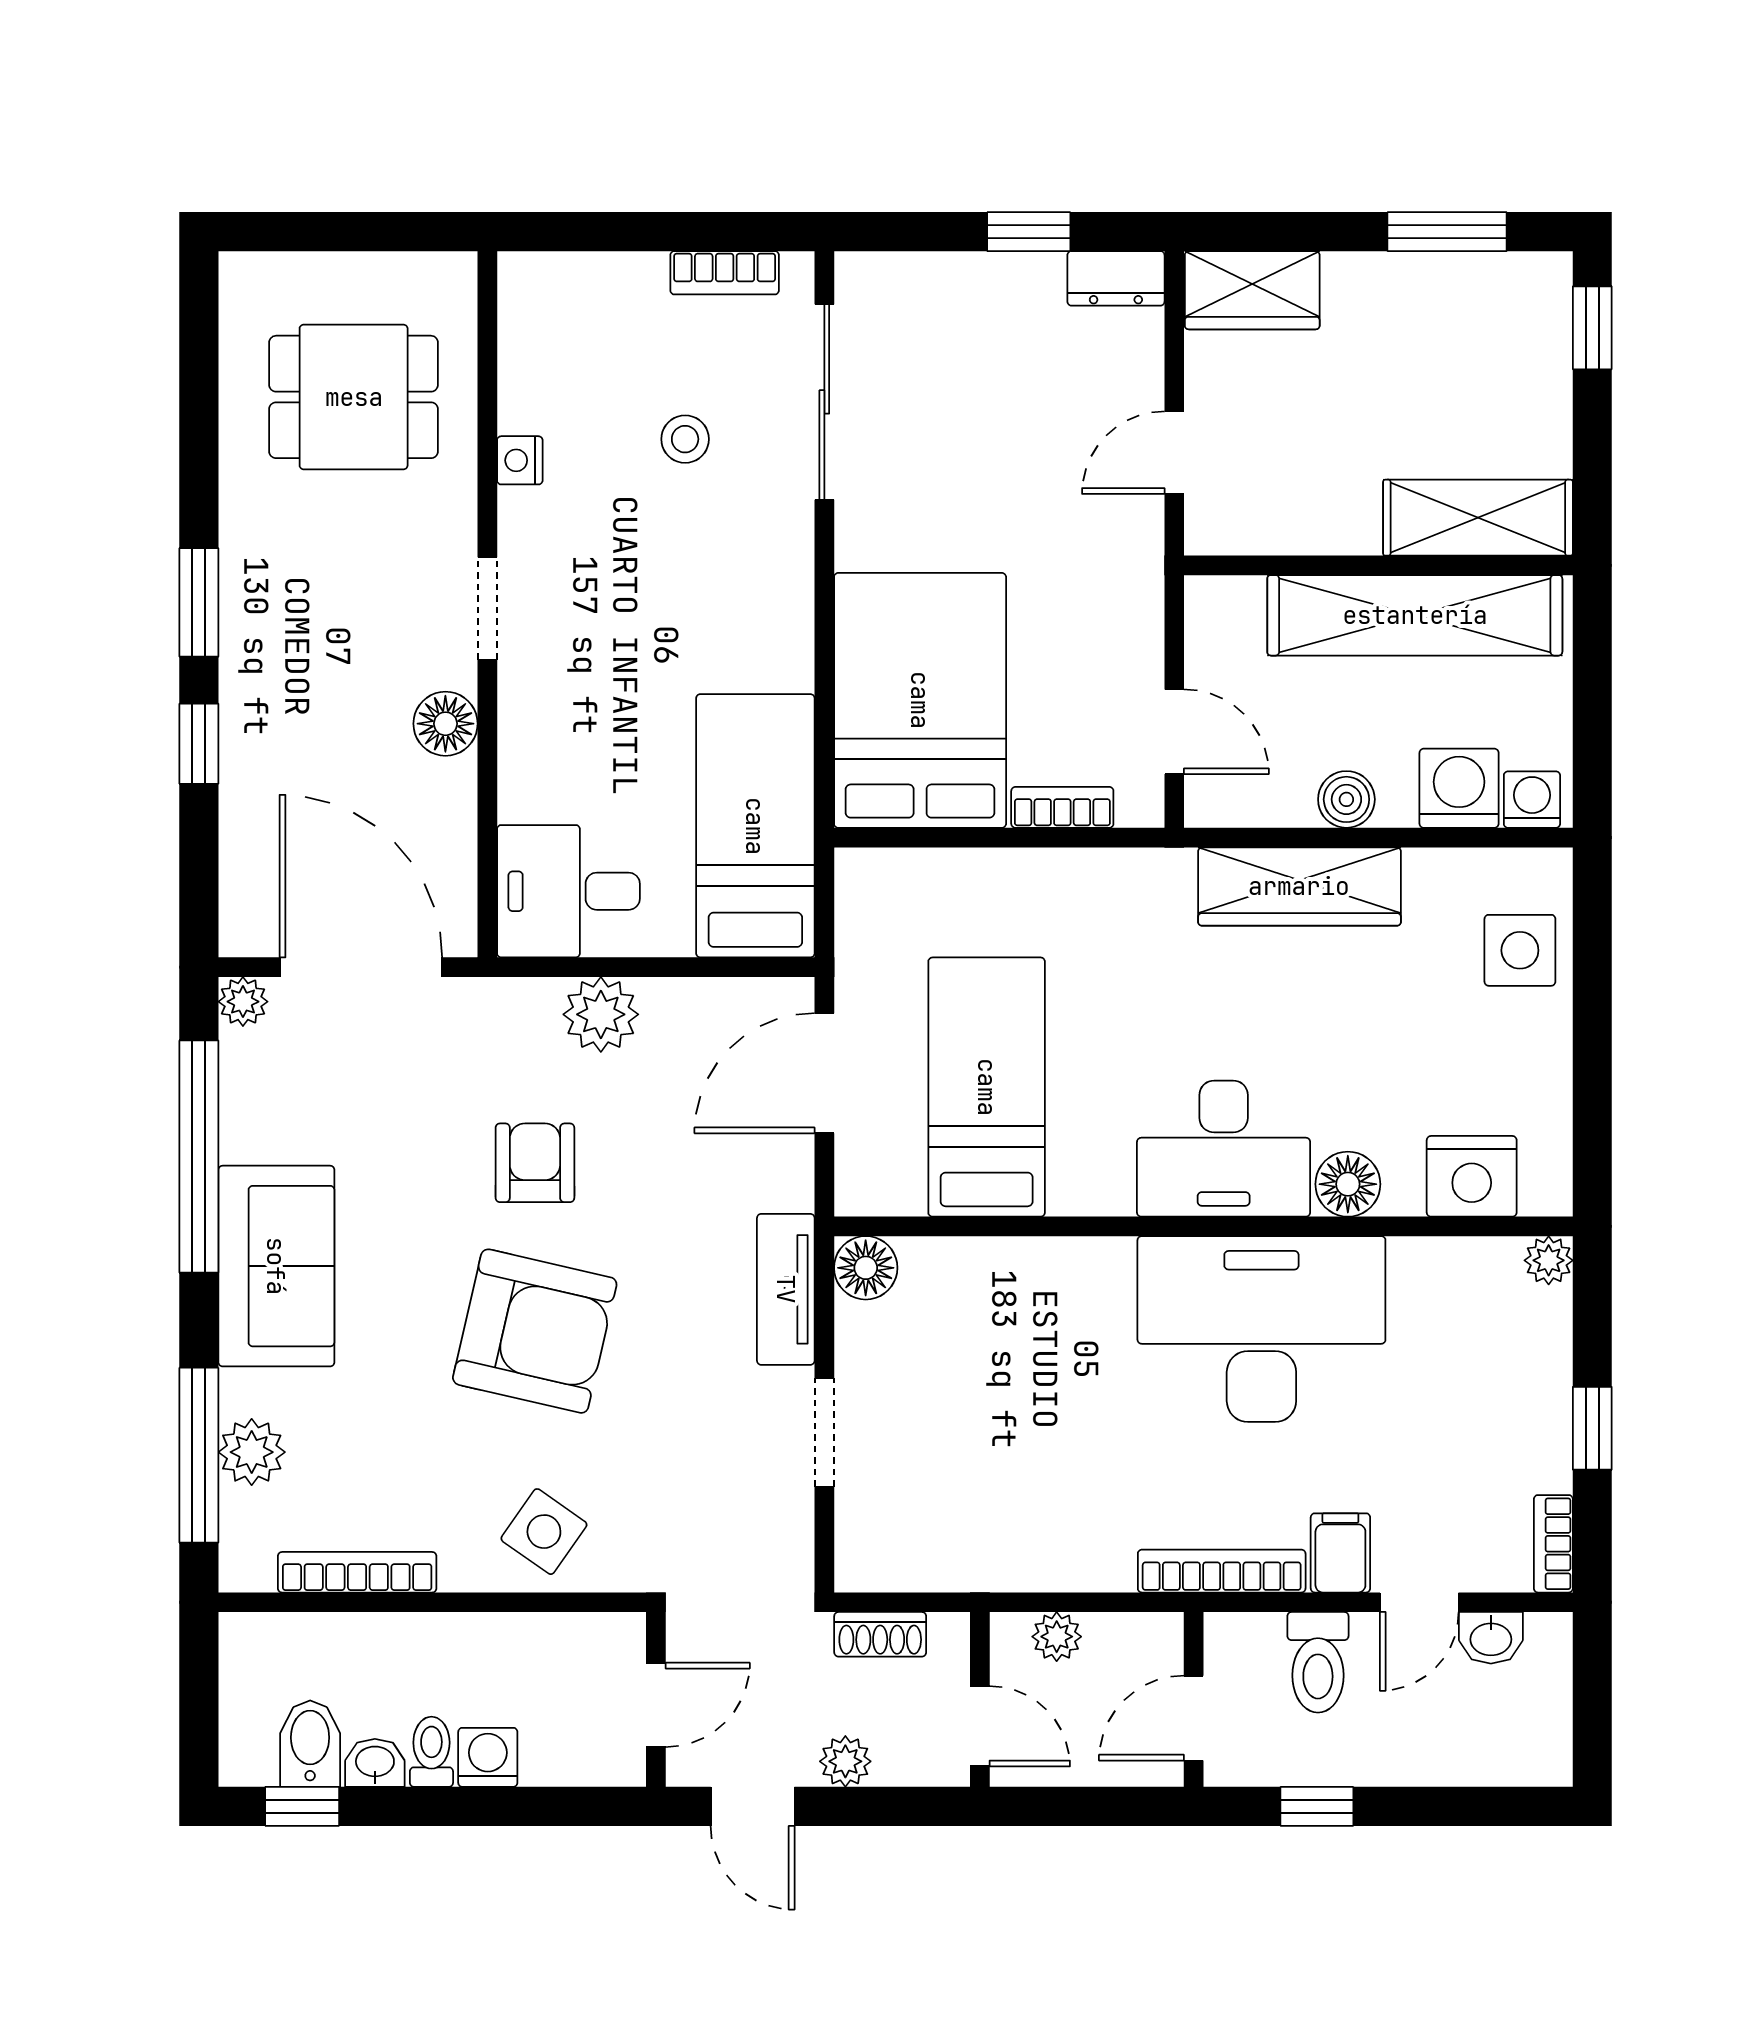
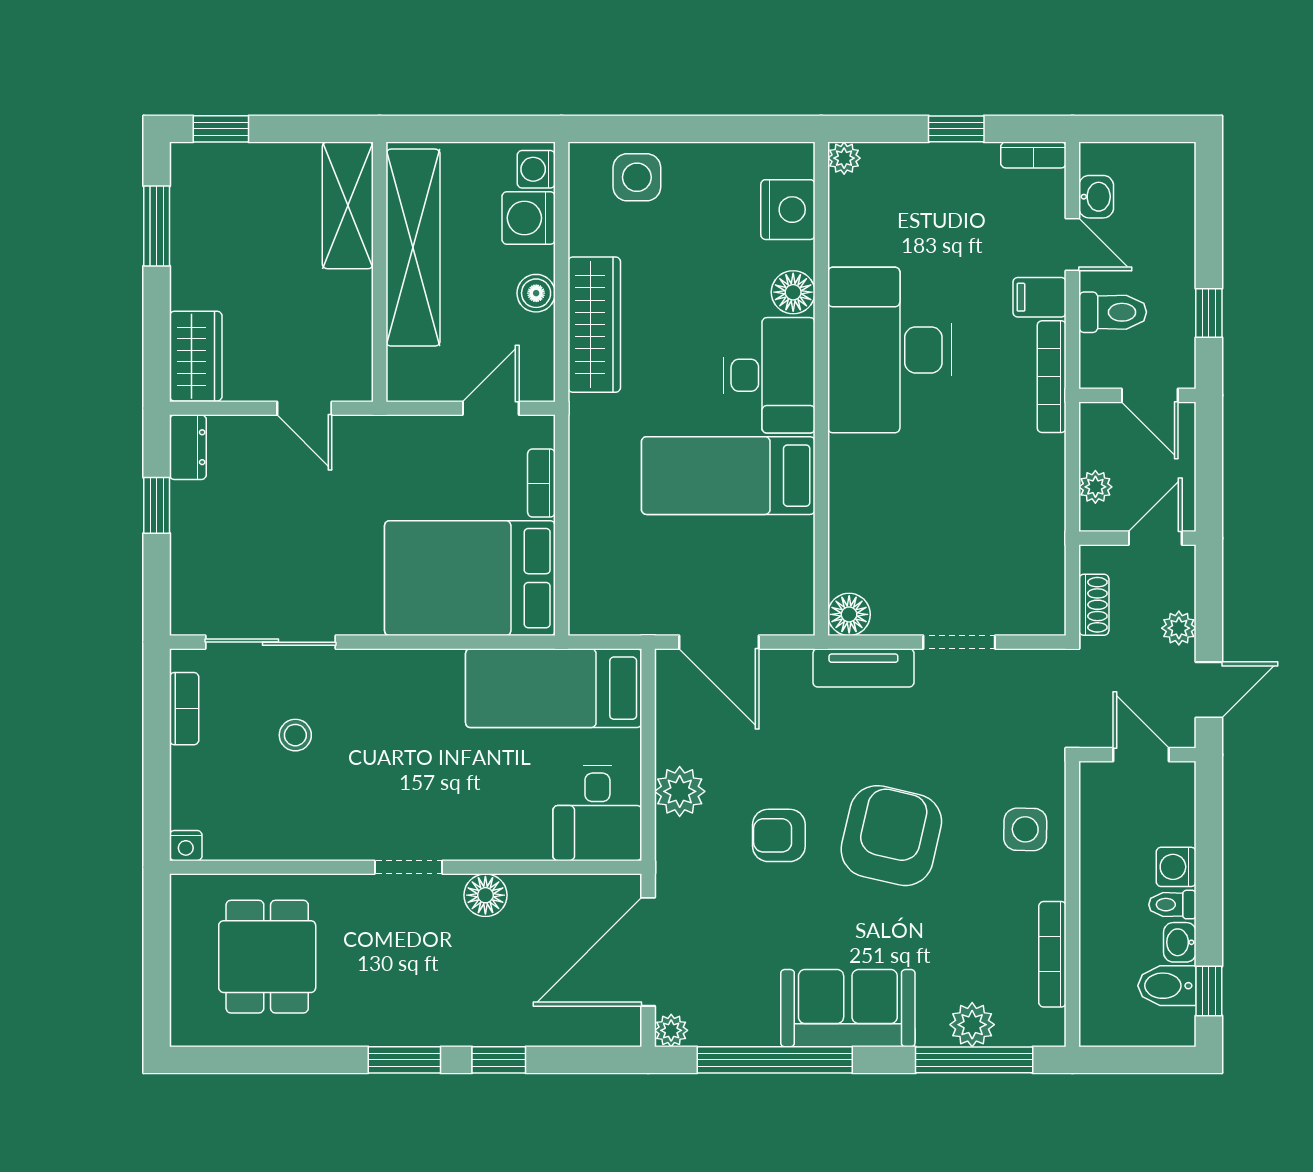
nightstand: (520, 460) -> (186, 846), moved
bed: (987, 1087) -> (728, 476), moved
side table: (544, 1532) -> (1025, 829), turned -34

